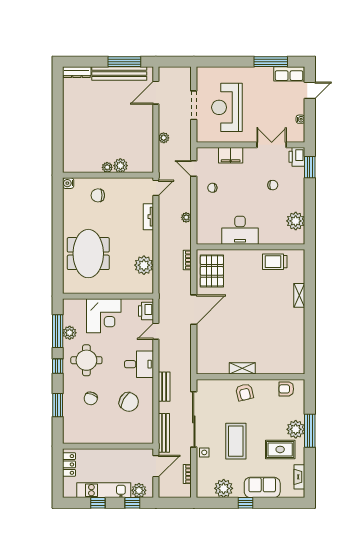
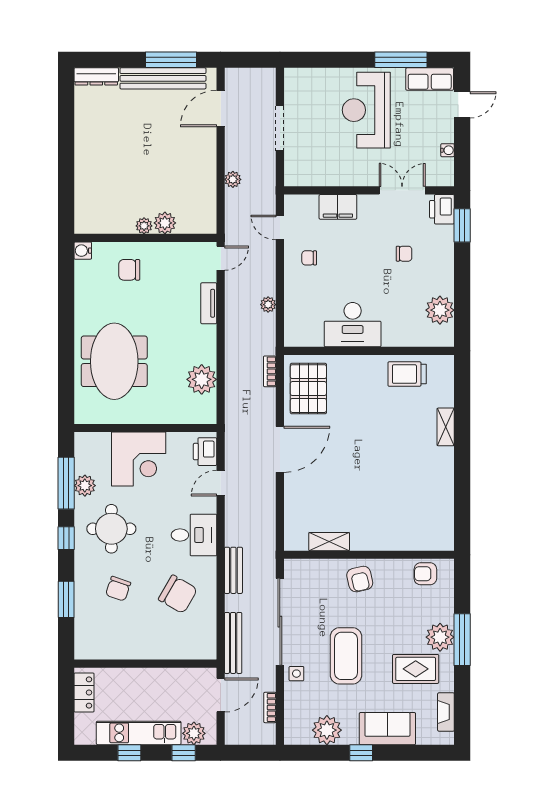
reception desk: (227, 107) -> (366, 110), moved
shelving: (242, 368) -> (329, 542), moved

